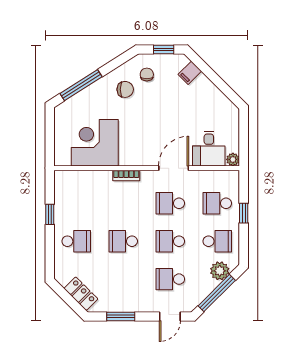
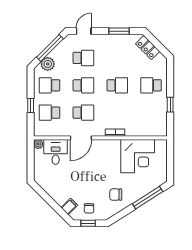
chair: (147, 75) -> (89, 208), moved
school desk: (217, 203) -> (49, 113), turned 180

